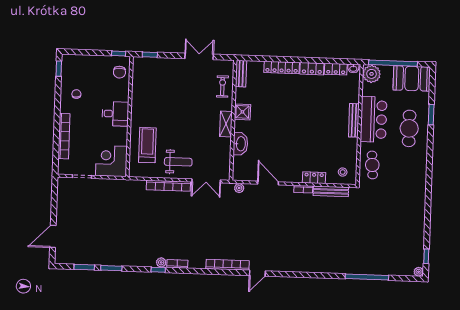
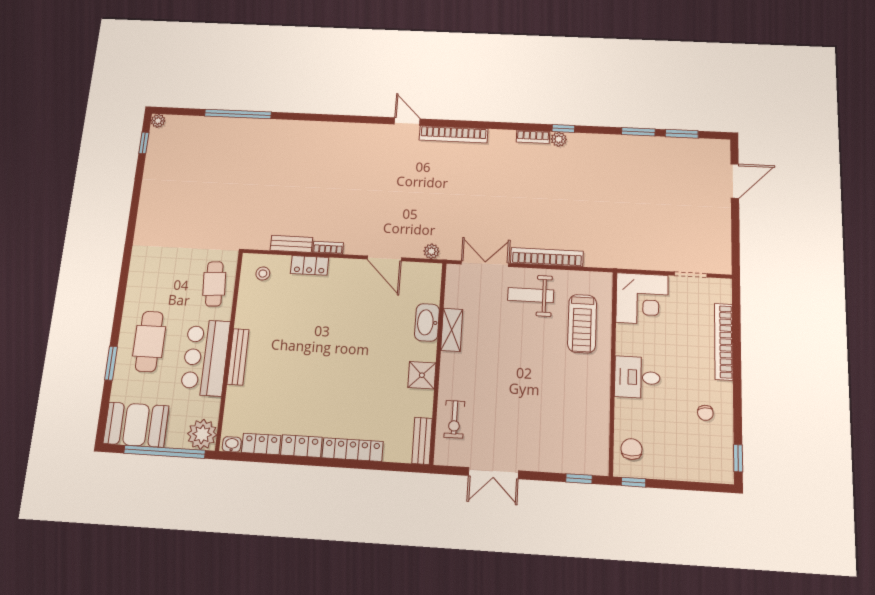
shelving: (226, 124) -> (452, 330), moved
bench: (331, 191) -> (291, 244), width x0.73
door: (257, 273) -> (407, 122), hinge flipped

